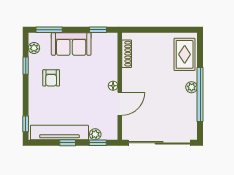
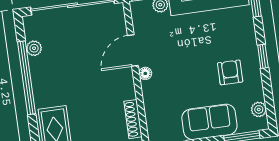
window: (26, 66) -> (263, 56), moved
plant: (192, 87) -> (34, 48), moved

